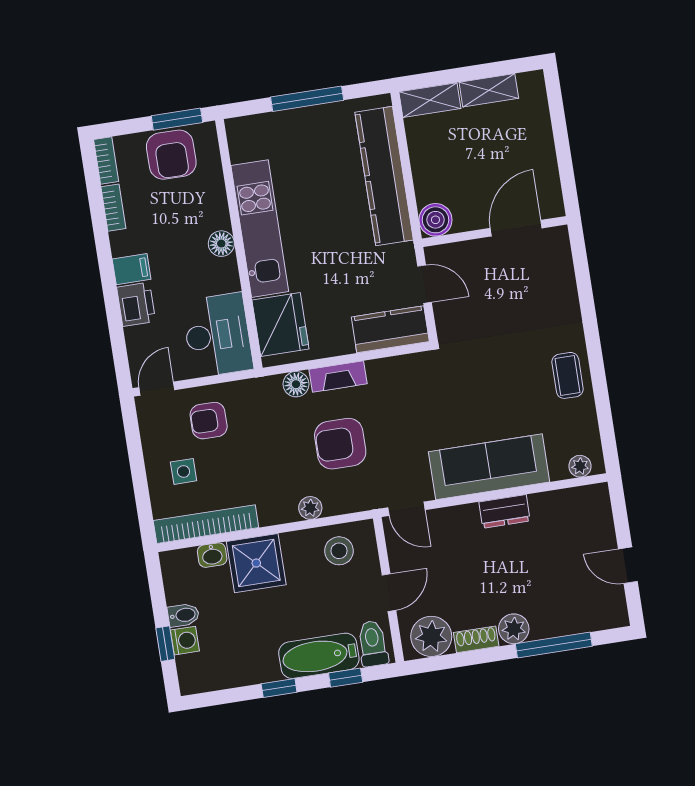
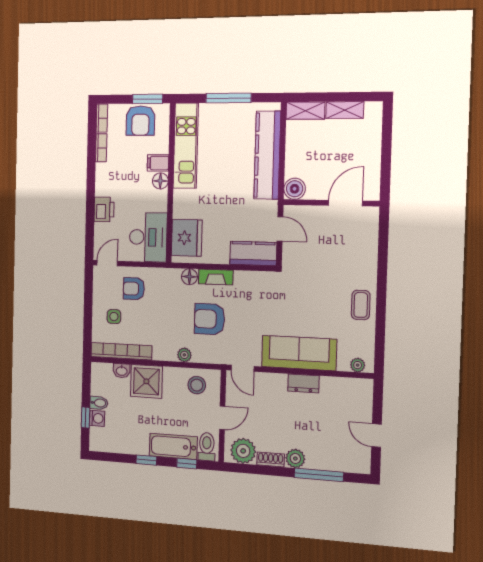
kitchen unit: (260, 229) -> (186, 146), moved
filing cabinet: (132, 269) -> (158, 163), moved, turned 180

